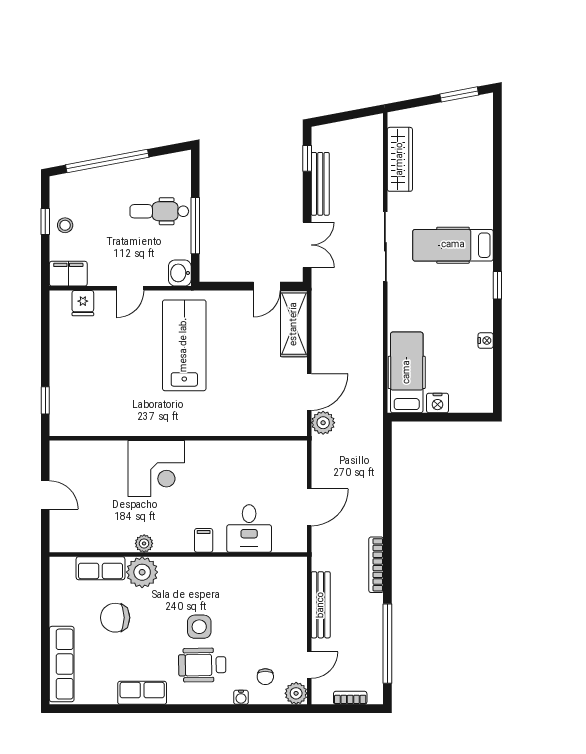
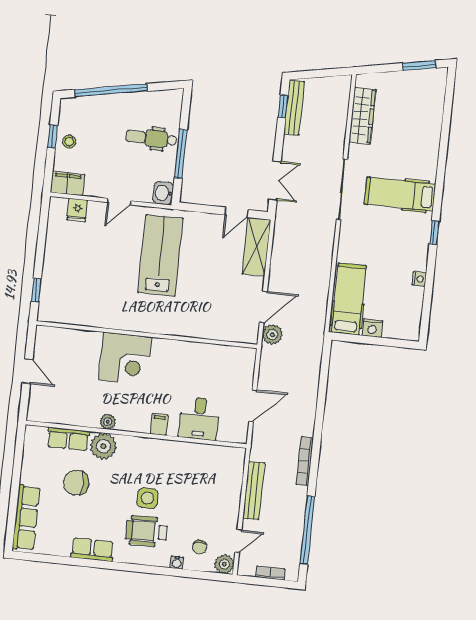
bench: (320, 184) -> (294, 108), moved

